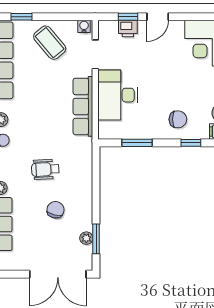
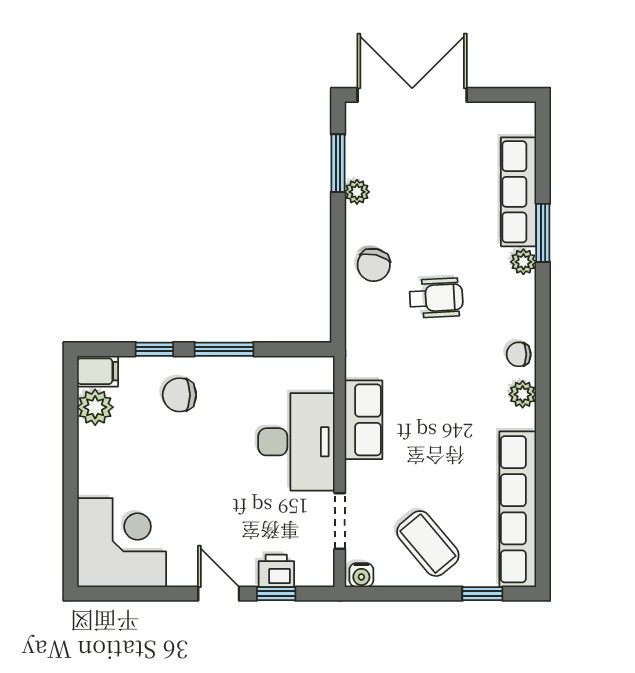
door: (158, 17) -> (219, 594), hinge flipped
row of seats: (83, 106) -> (363, 420), width x0.68
window: (137, 143) -> (224, 349), moved
chair: (56, 210) -> (374, 265), moved
plant: (86, 238) -> (357, 192), moved

